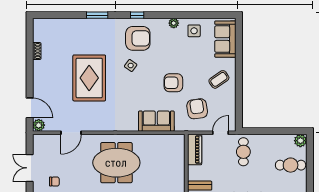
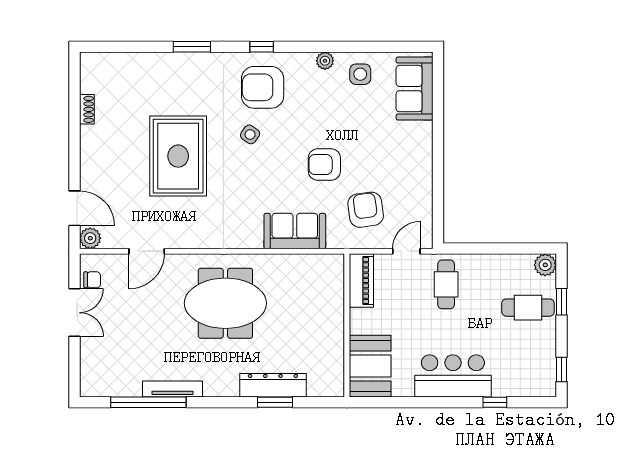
armchair: (138, 38) -> (263, 87), turned 180
coffee table: (219, 79) -> (403, 159), removed
window: (310, 162) -> (562, 302), added
double door: (30, 168) -> (74, 313), swing flipped
chair: (54, 182) -> (92, 280), moved

